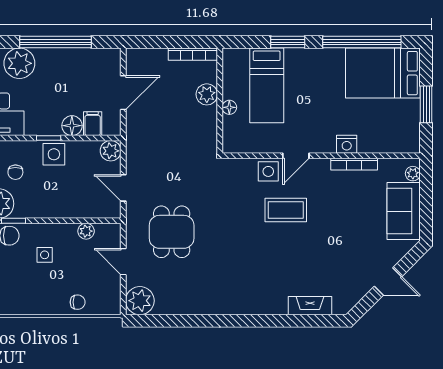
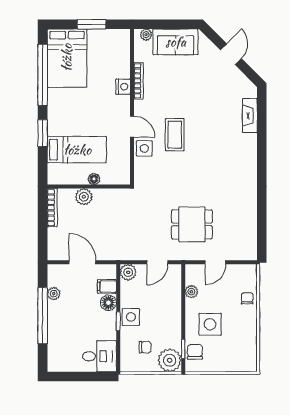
plant: (19, 63) -> (54, 294), moved, width x0.53, depth x0.53
side table: (45, 255) -> (210, 324), width x1.87, depth x1.87
plant: (140, 301) -> (246, 249), removed

